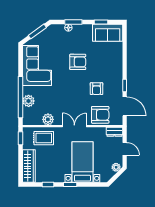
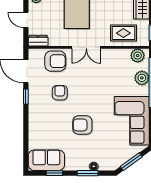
armchair: (100, 115) -> (55, 61), turned 180
plant: (48, 119) -> (138, 56), moved

